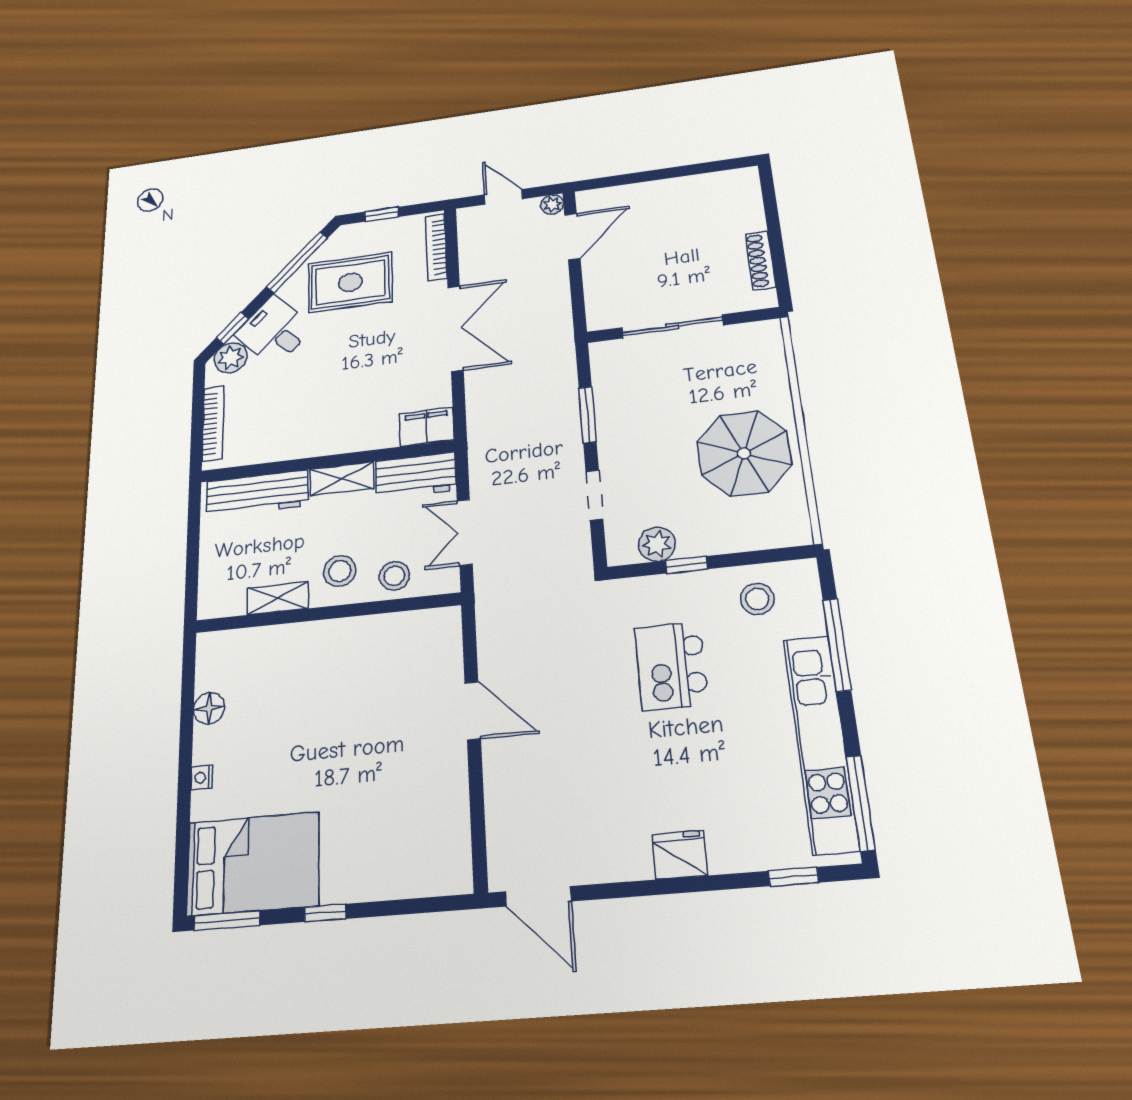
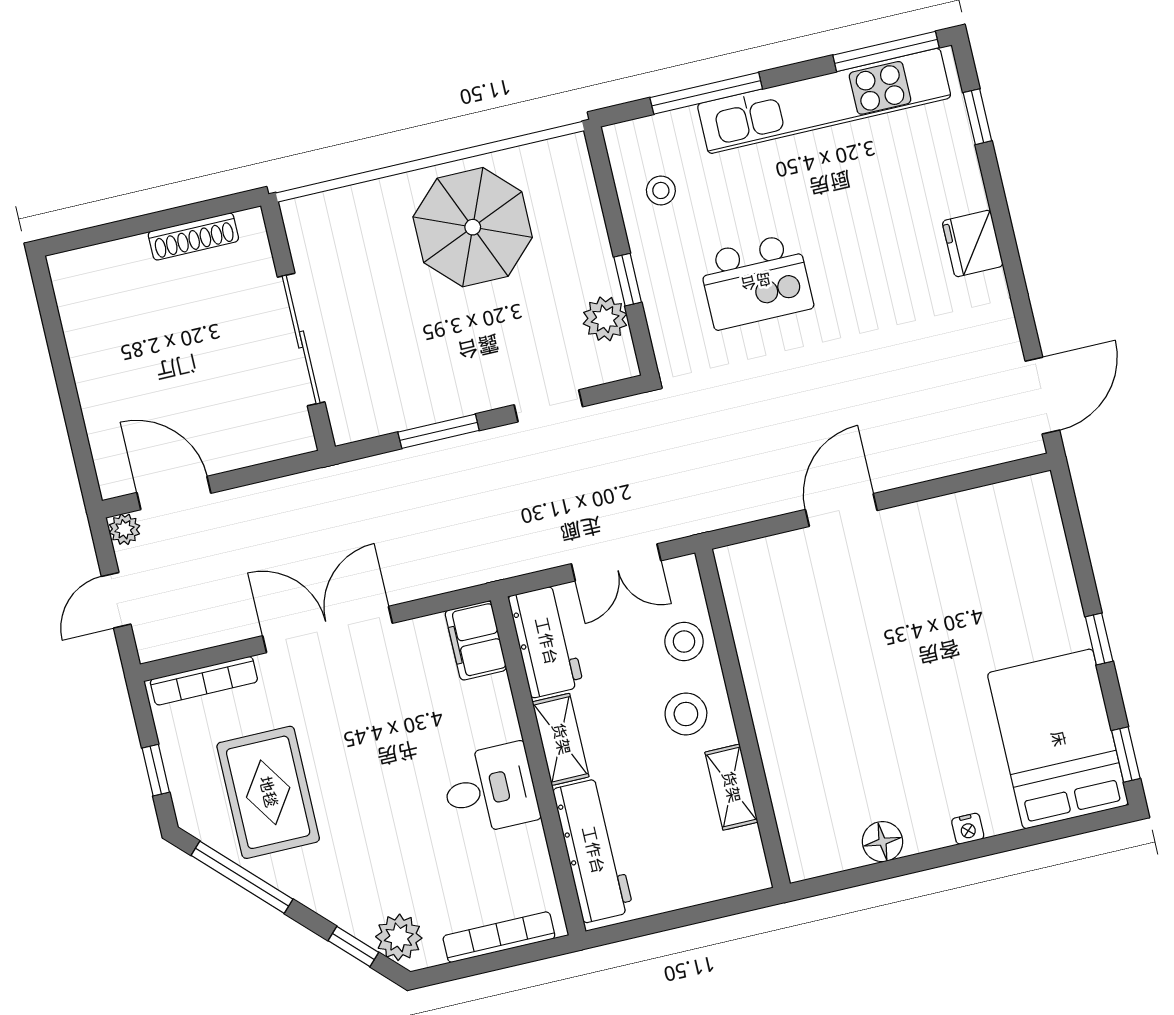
desk: (274, 331) -> (490, 789), moved, turned -135
stool: (757, 599) -> (661, 190), width x0.73, depth x0.73
window: (227, 920) -> (1126, 754), width x0.67

